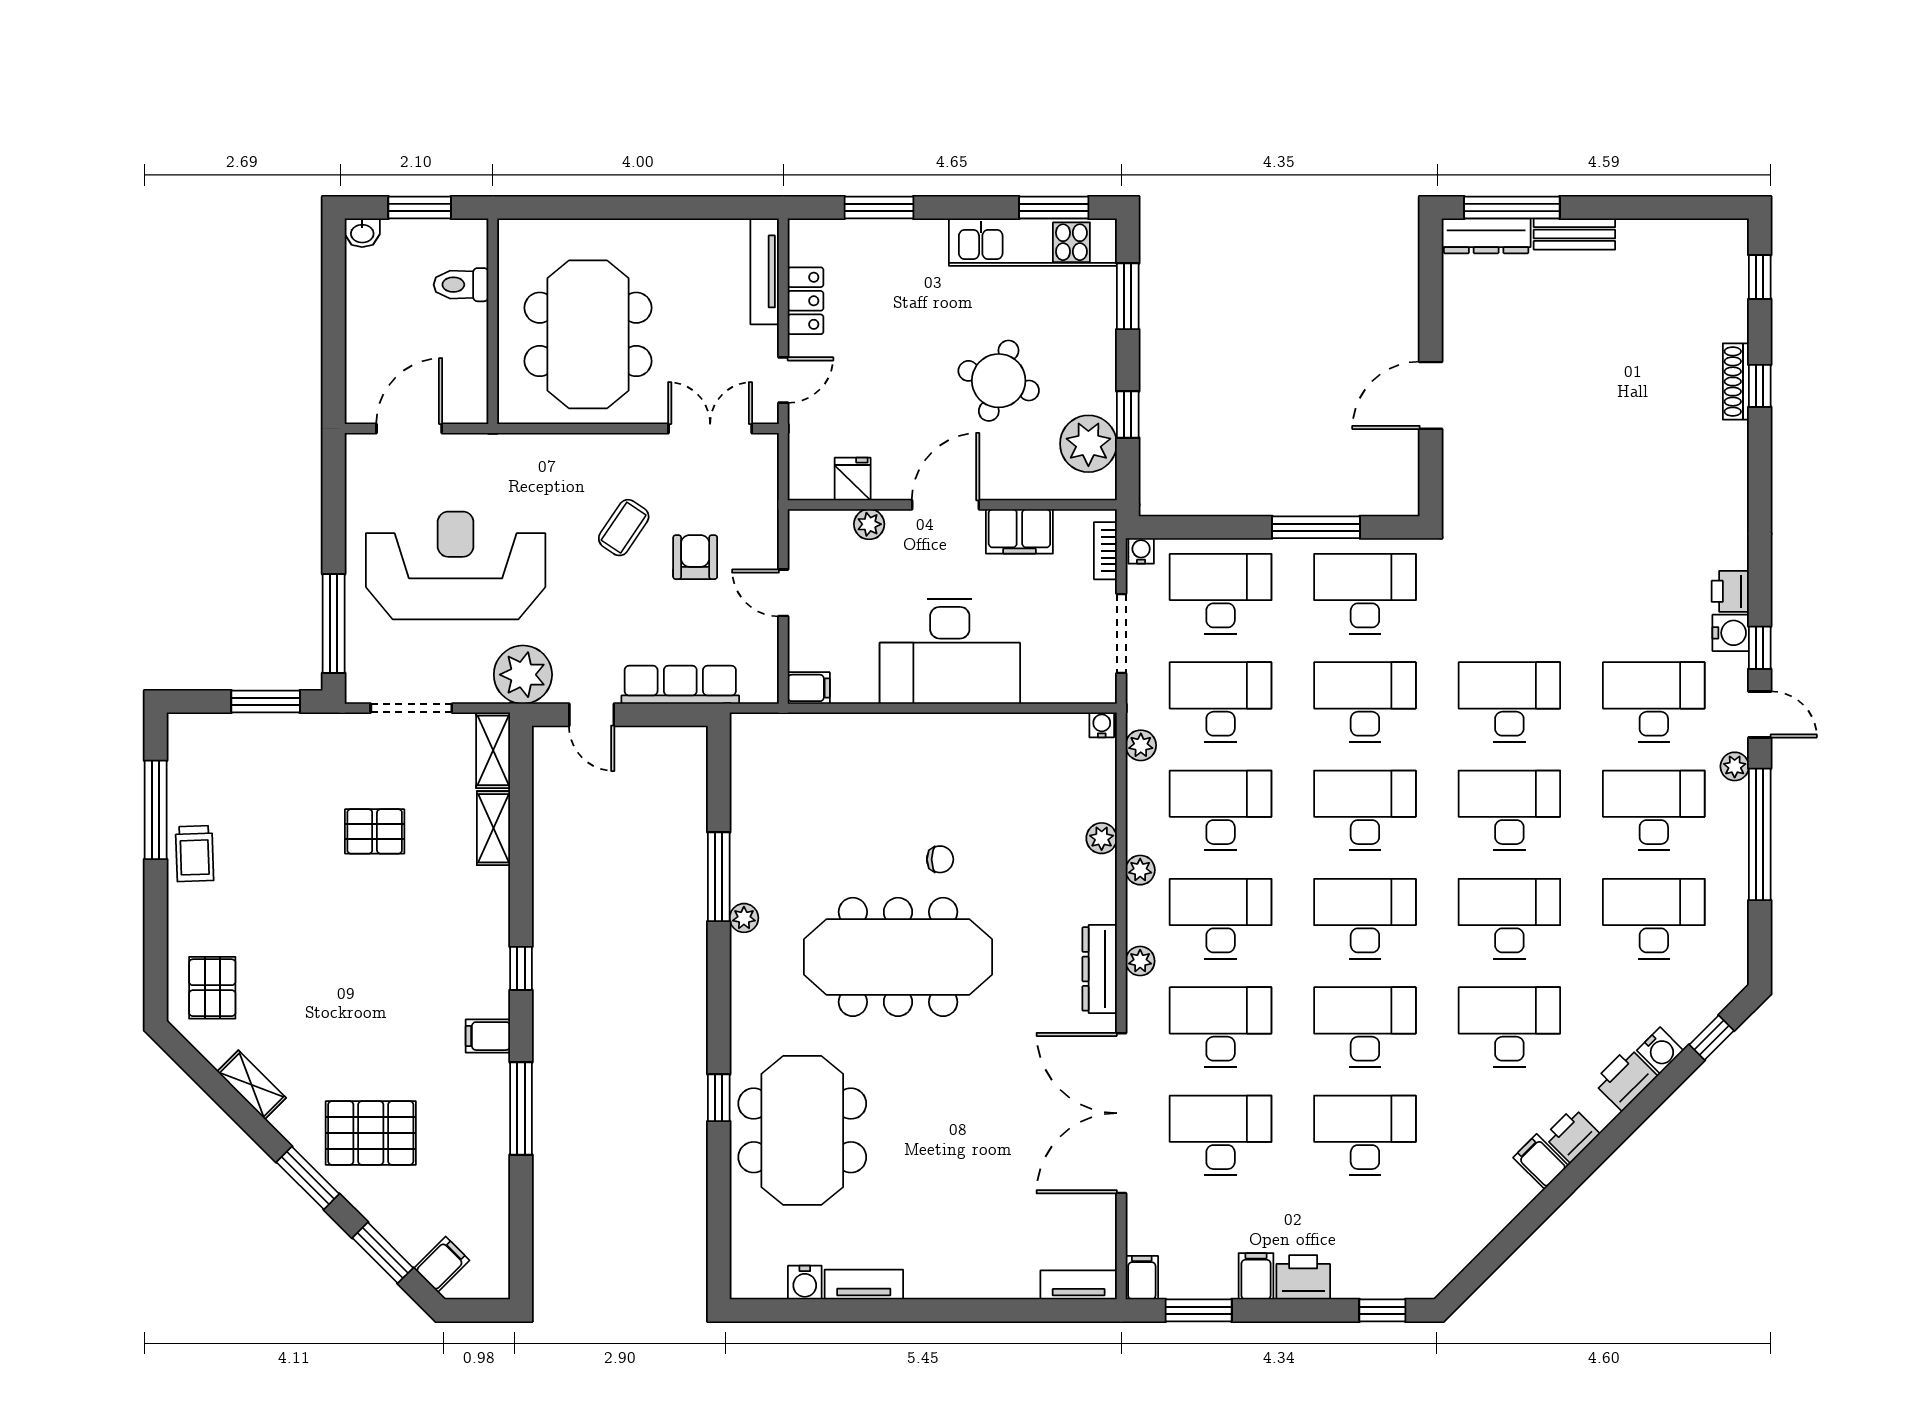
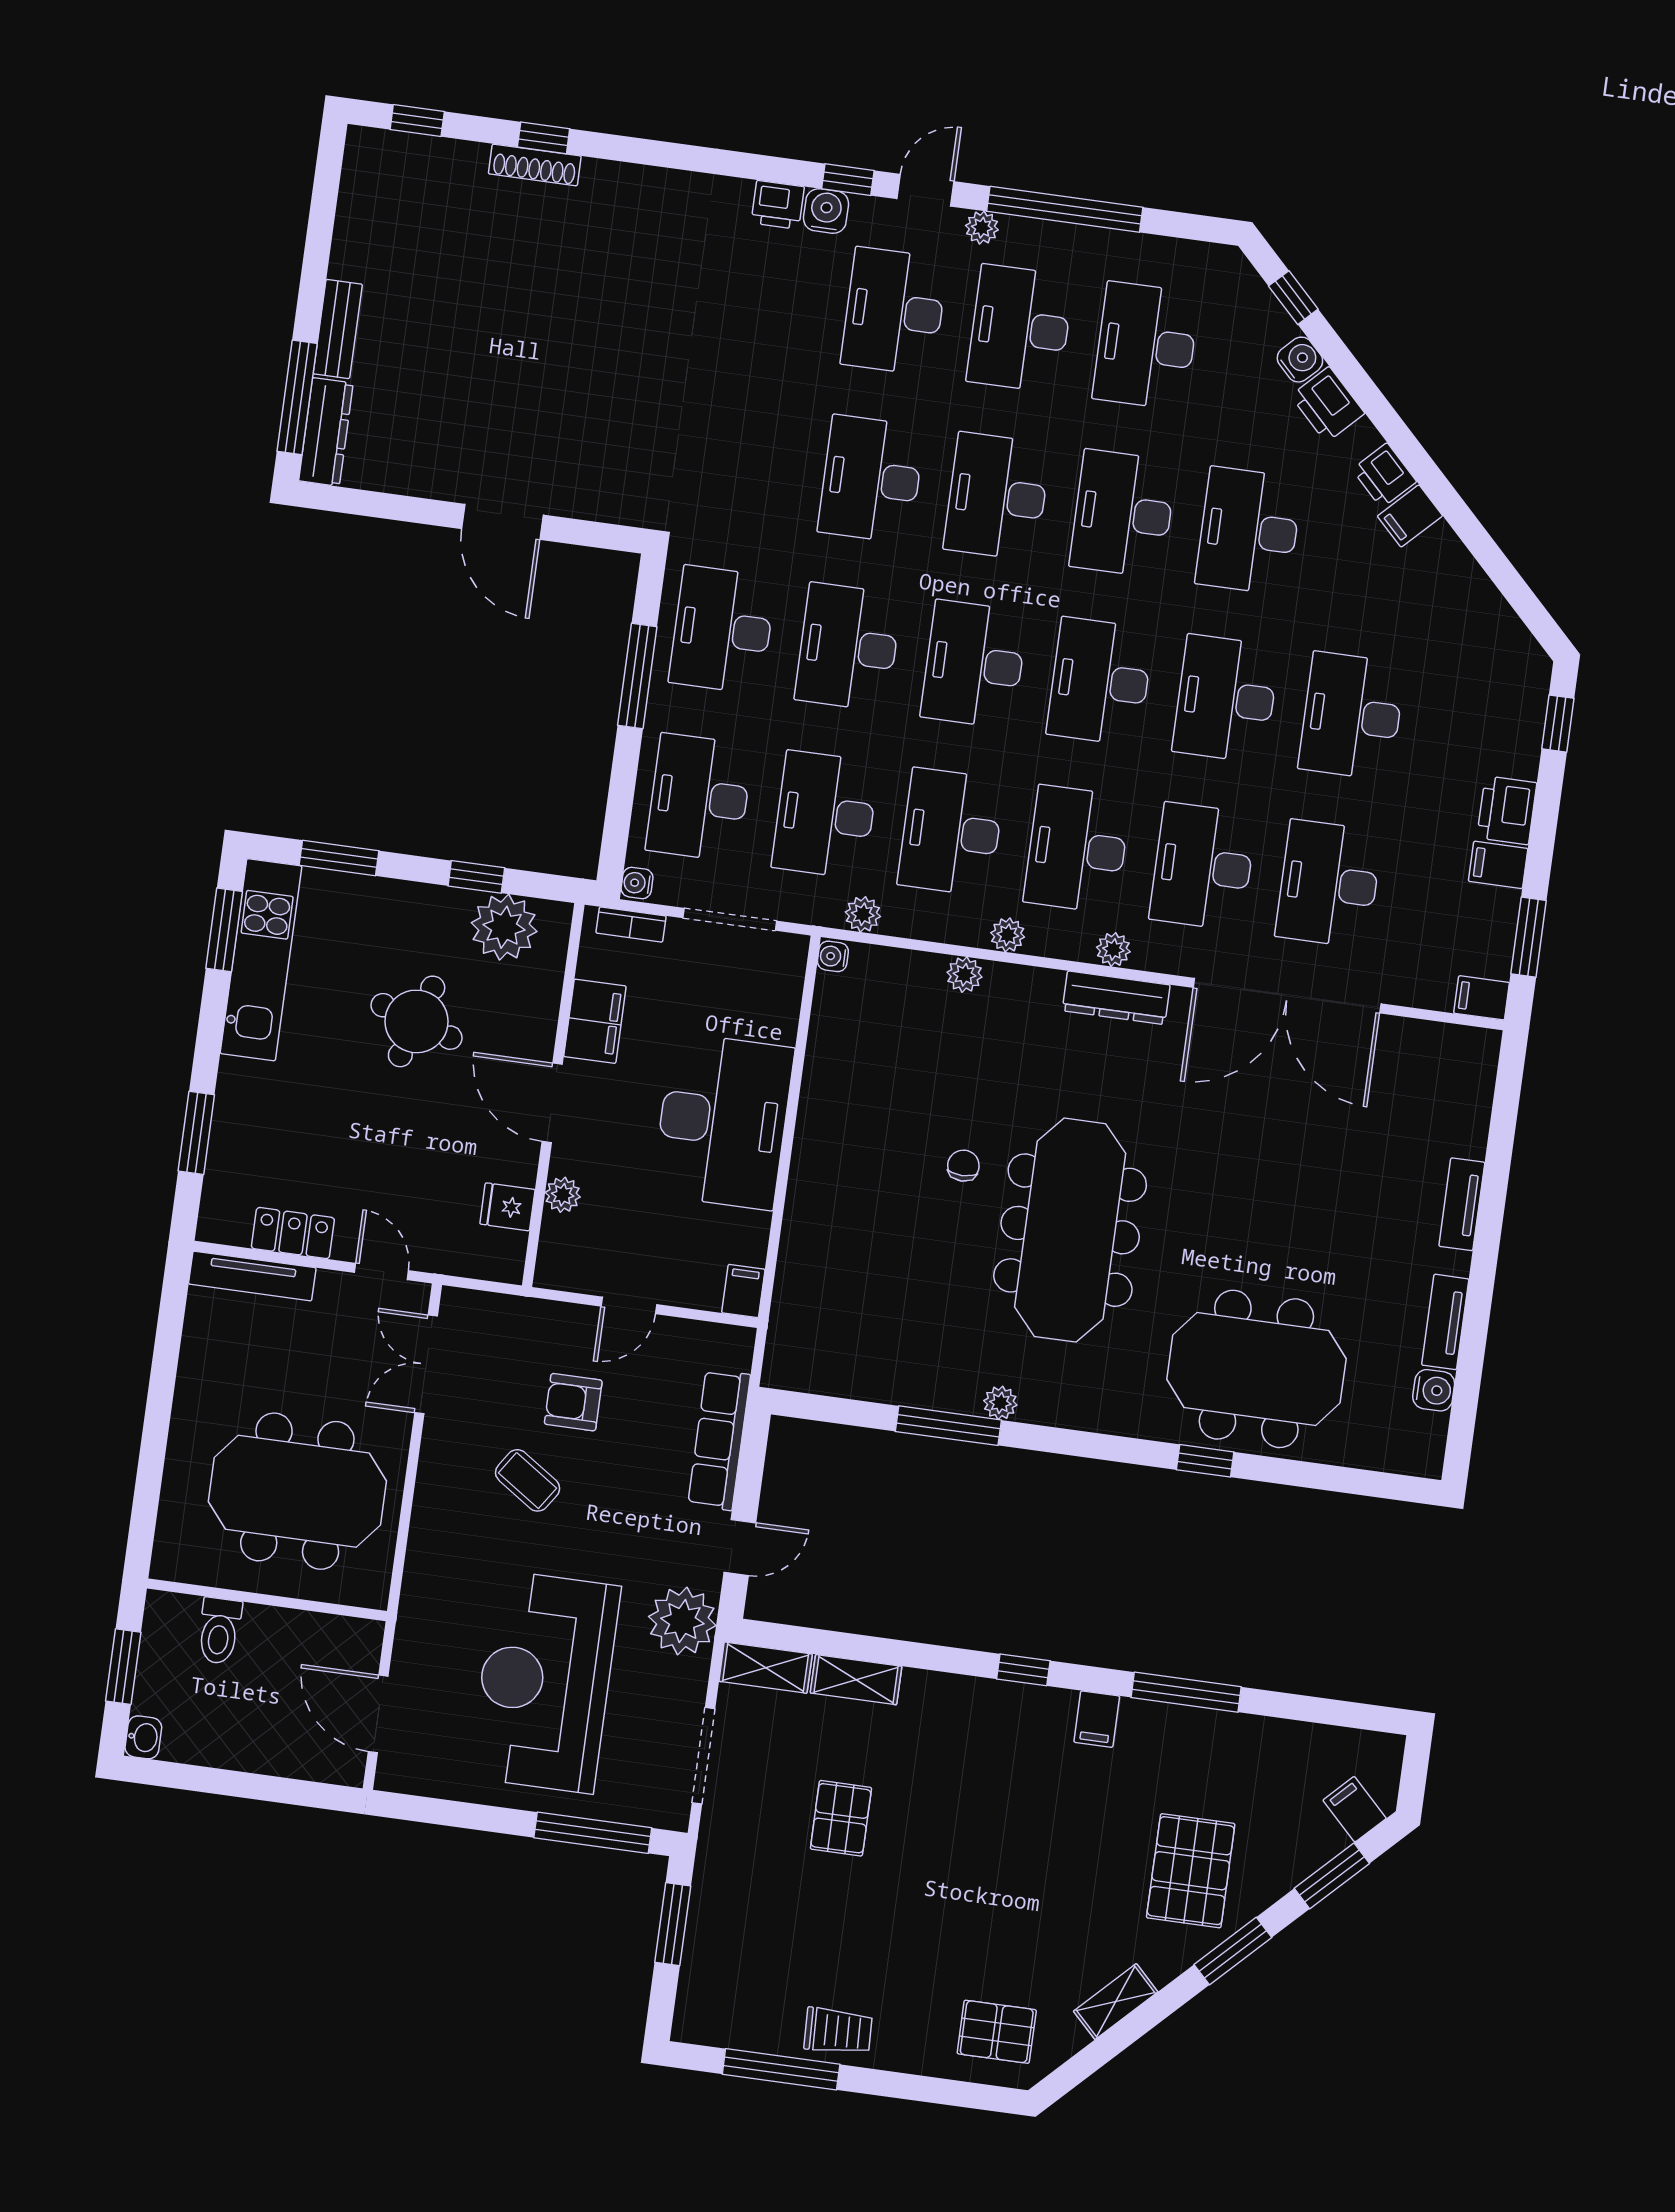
tv unit: (1079, 1285) -> (1462, 1204), moved

